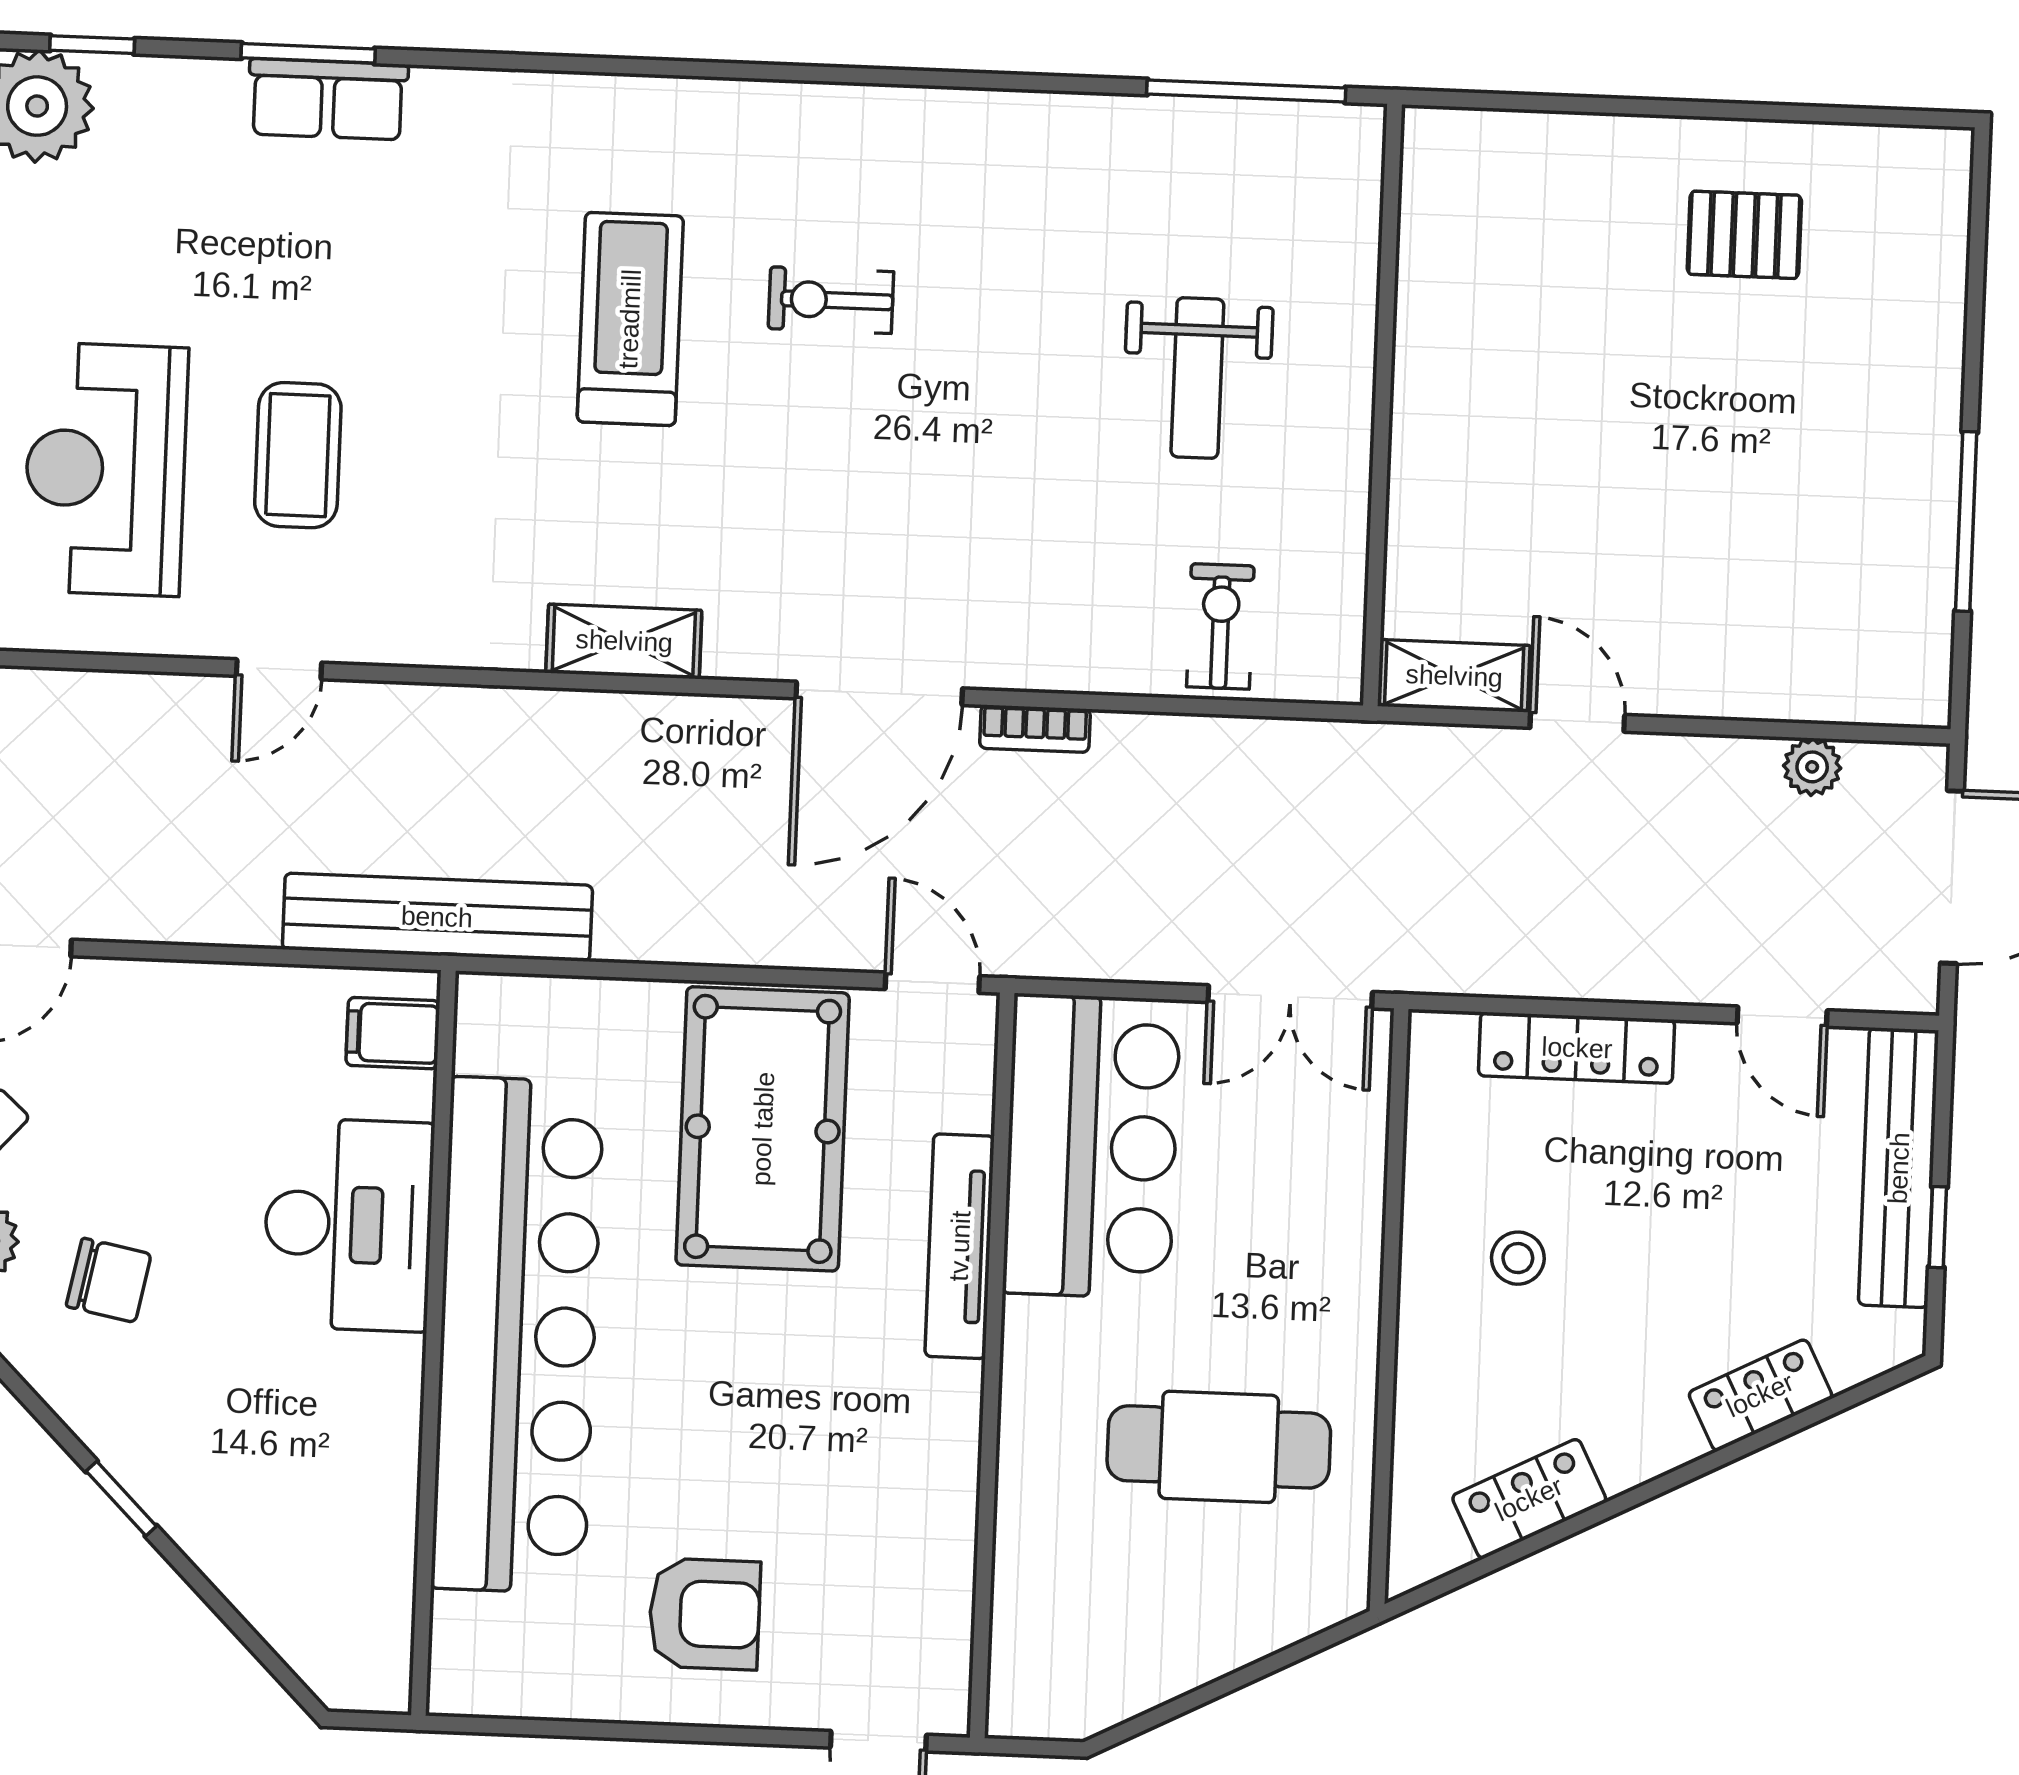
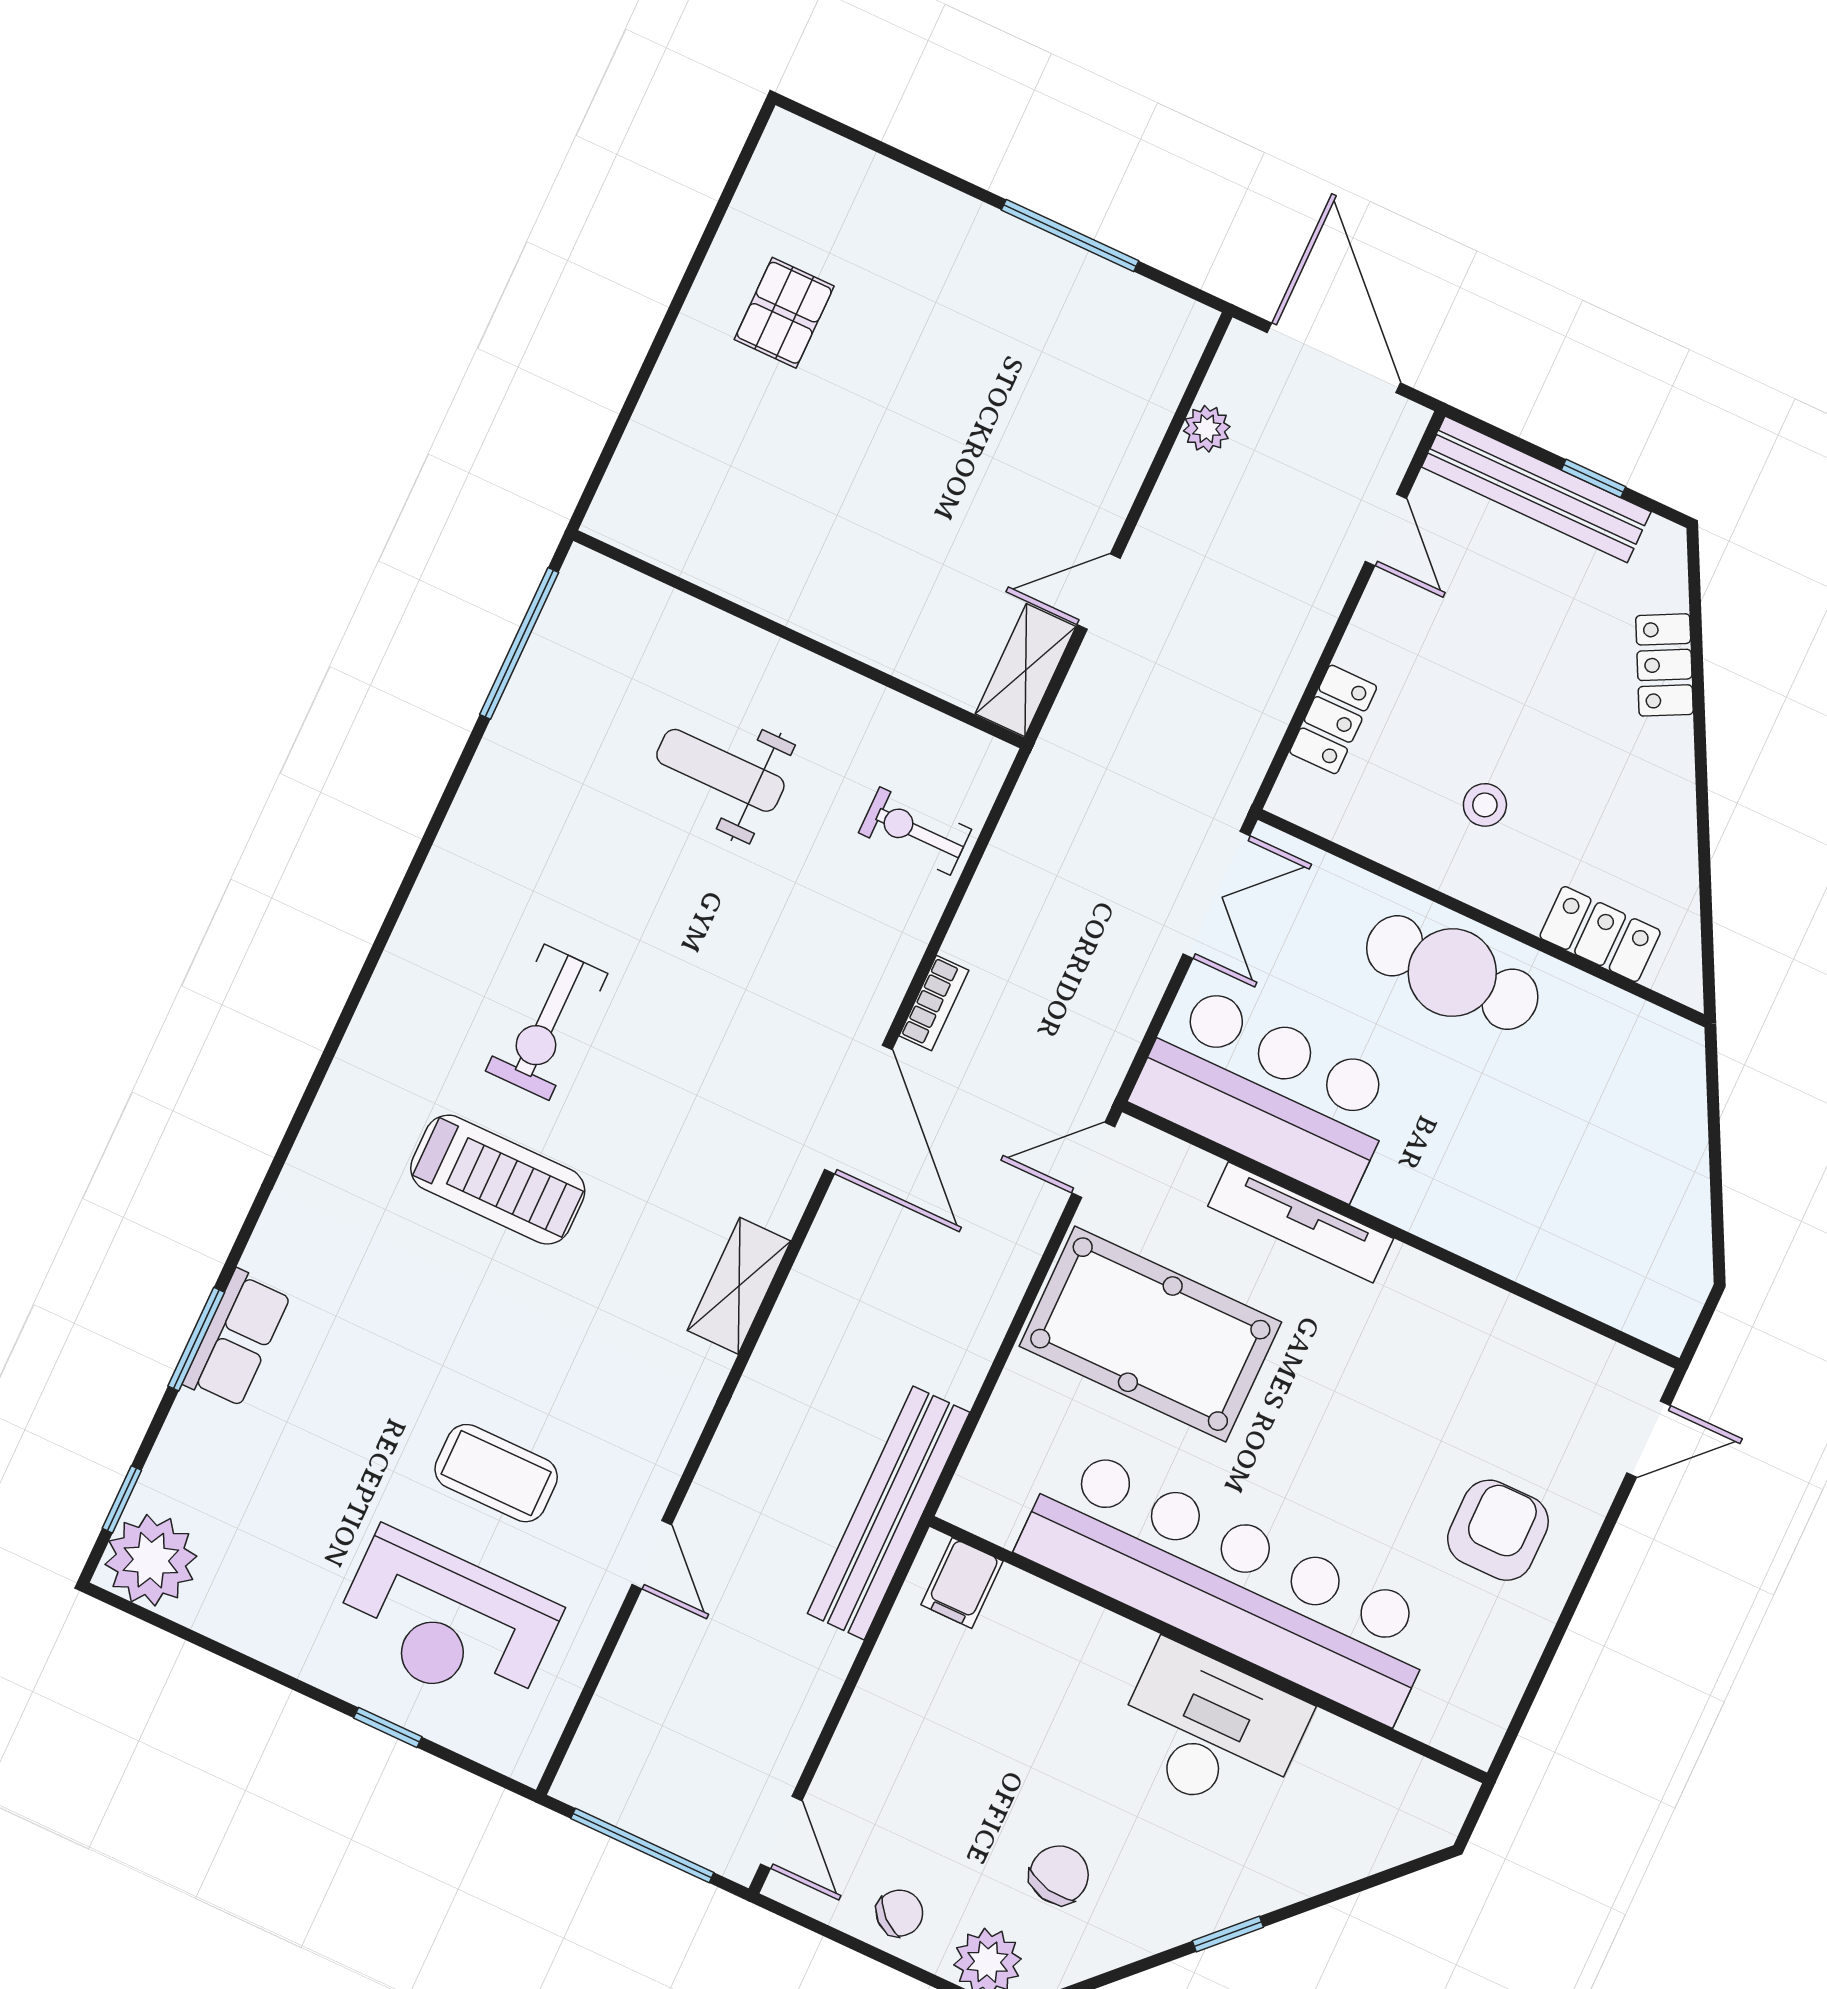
exercise bike: (831, 300) -> (547, 1022), width x1.38, depth x1.39
treadmill: (630, 319) -> (498, 1180), turned 180
weight bench: (1197, 378) -> (720, 770), turned 180
door: (1782, 1017) -> (1386, 530), hinge flipped
locker: (1577, 1048) -> (1333, 719), width x0.66
desk: (348, 1225) -> (1210, 1731), moved
cafe table: (1219, 1447) -> (1452, 973), moved, turned 90
locker: (1529, 1499) -> (1600, 934), moved, turned 117

